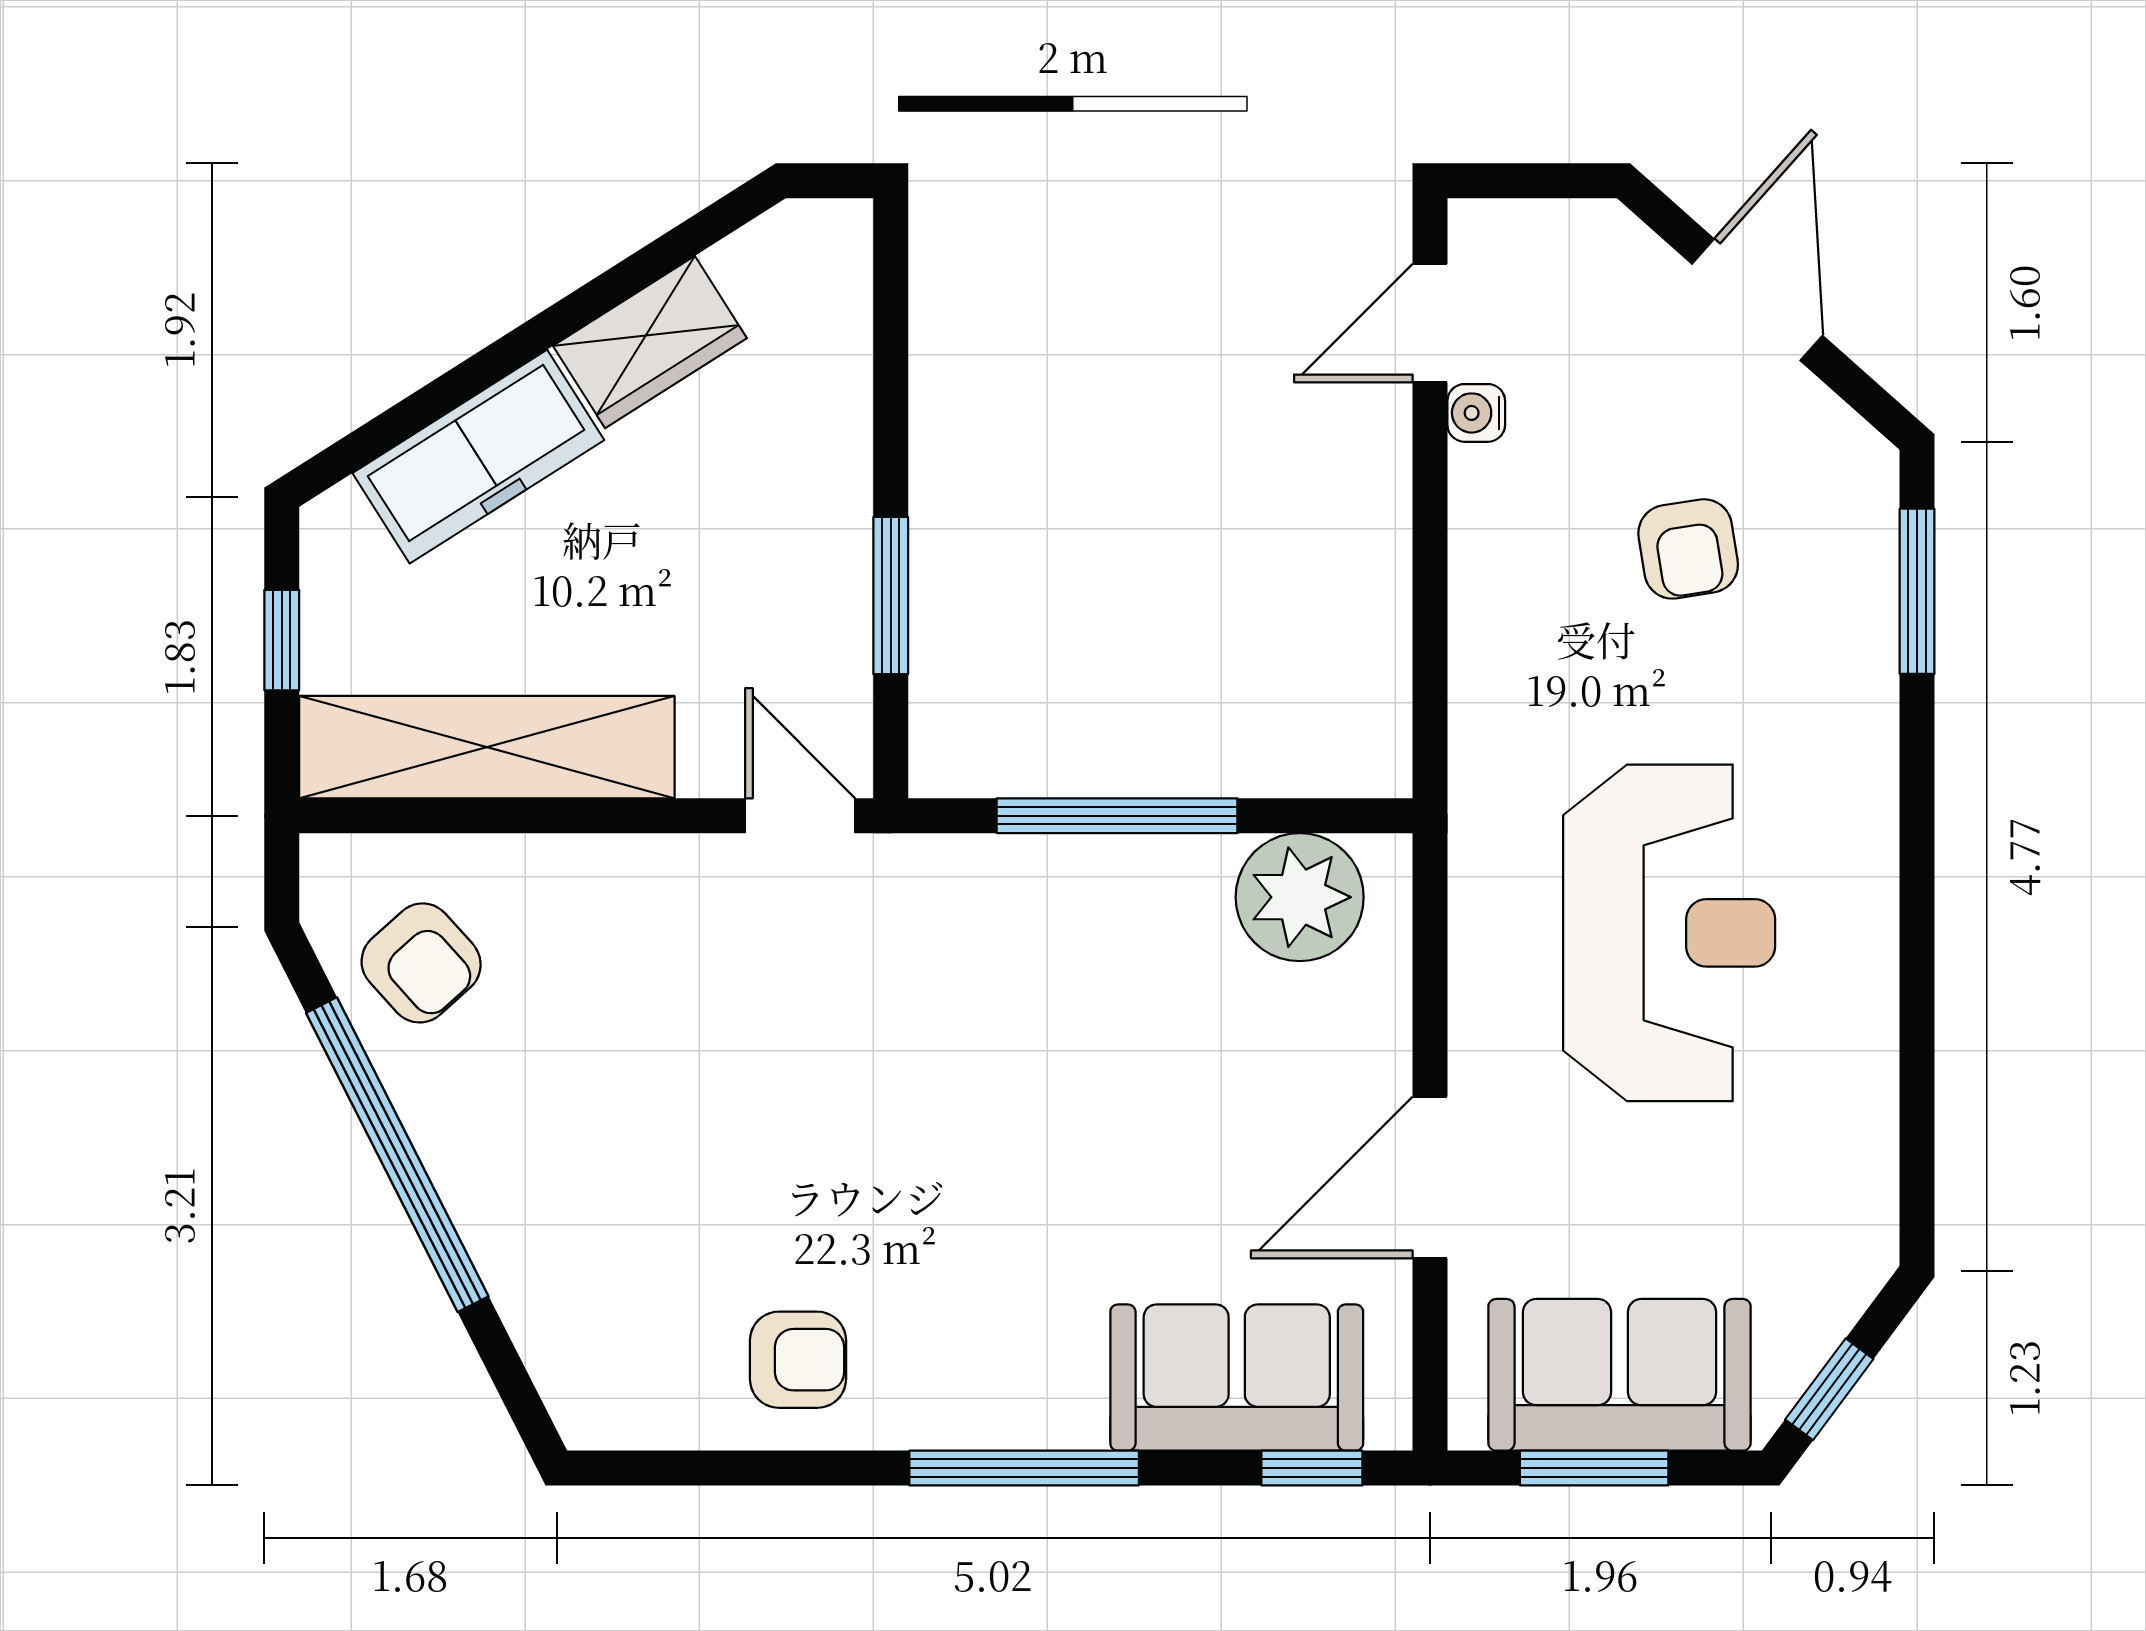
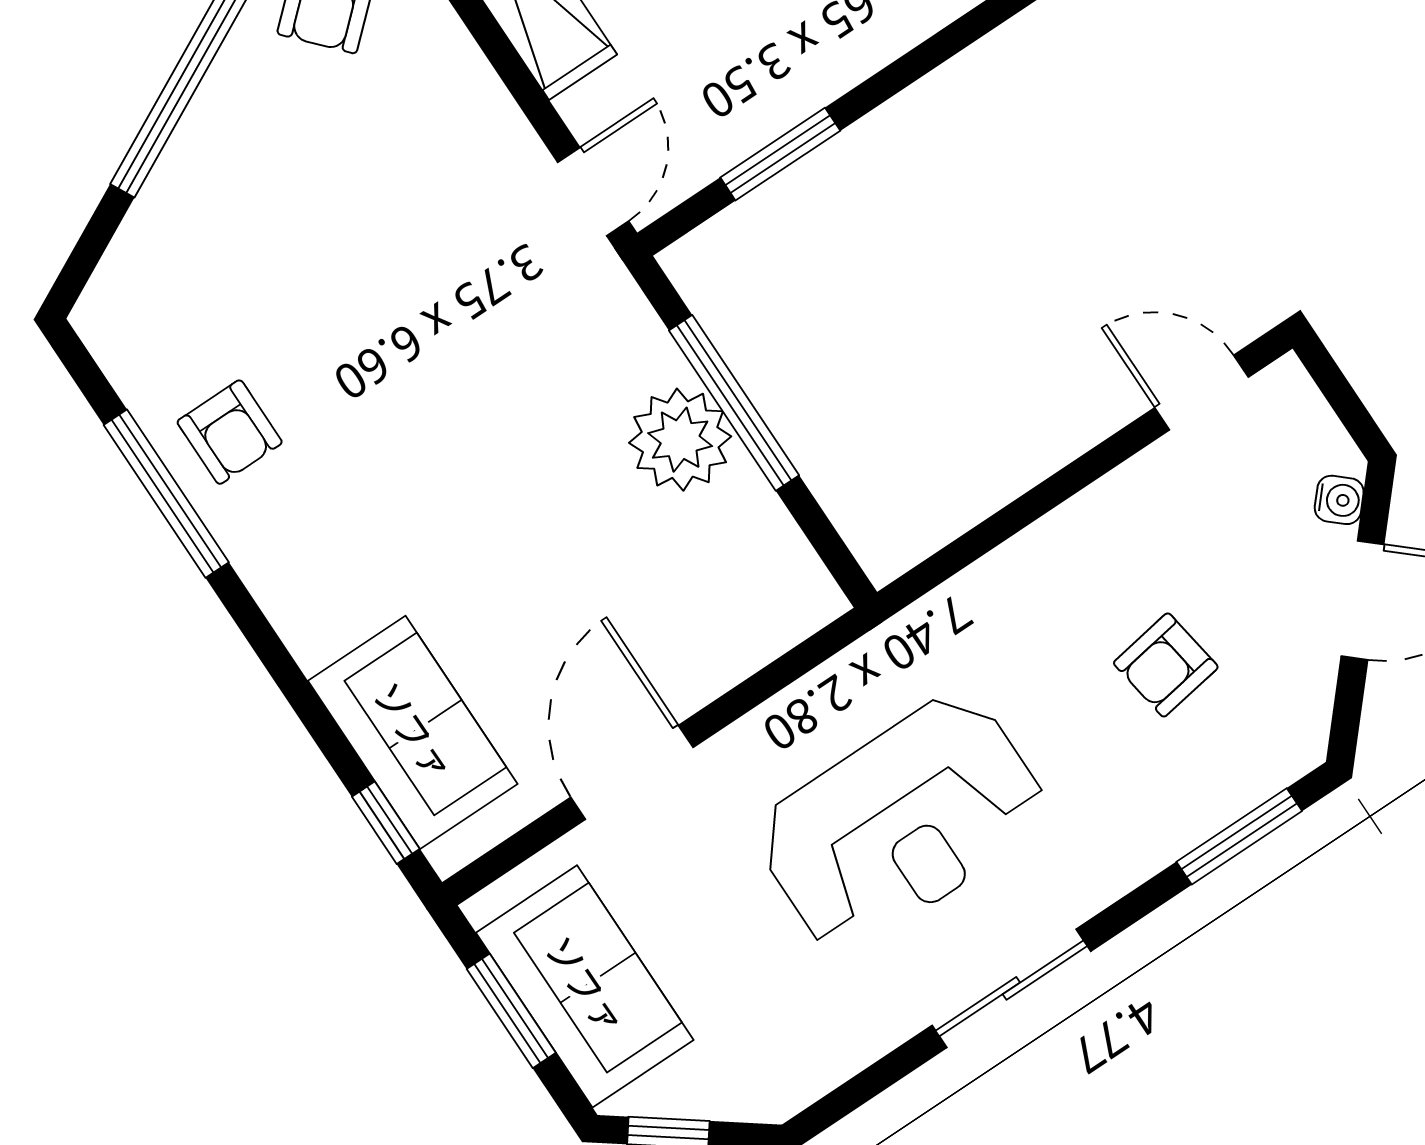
water cooler: (1476, 413) -> (1339, 500), moved, turned 132
plant: (1300, 897) -> (680, 440), moved
sliding door: (1917, 933) -> (1011, 988), added
door: (1430, 1177) -> (632, 772), hinge flipped
window: (1024, 1468) -> (166, 494), moved

